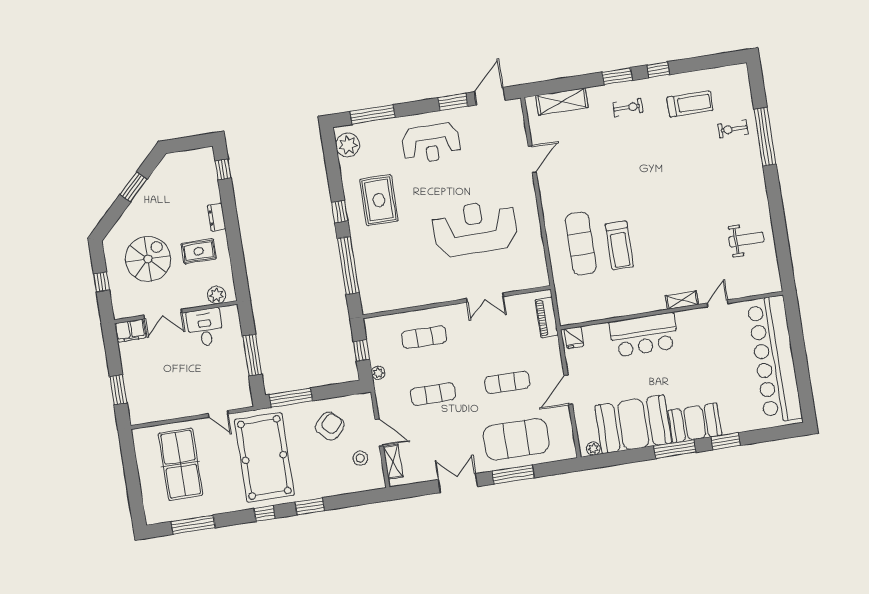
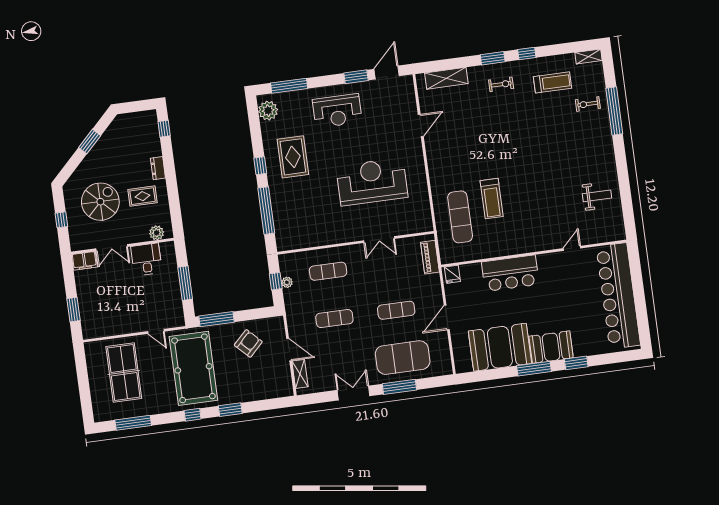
exercise mat: (581, 244) -> (460, 217), moved
shelving: (682, 300) -> (588, 57), moved
plant: (378, 373) -> (287, 282), moved
plant: (593, 449) -> (466, 367), removed
stool: (360, 458) -> (273, 371), removed

